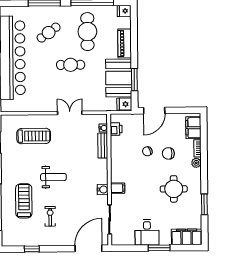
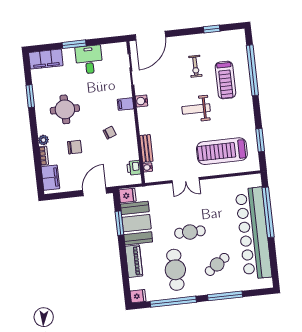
treadmill: (34, 136) -> (222, 151), width x1.37, depth x1.38
chair: (147, 151) -> (110, 133), moved

